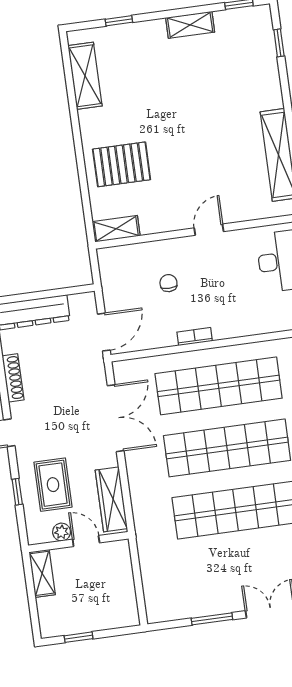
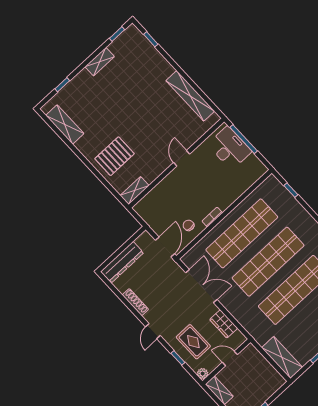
chair: (168, 283) -> (189, 225), moved
wardrobe: (111, 499) -> (224, 324), width x0.67
plant: (62, 532) -> (203, 374), moved
shelving: (156, 588) -> (282, 357), added

